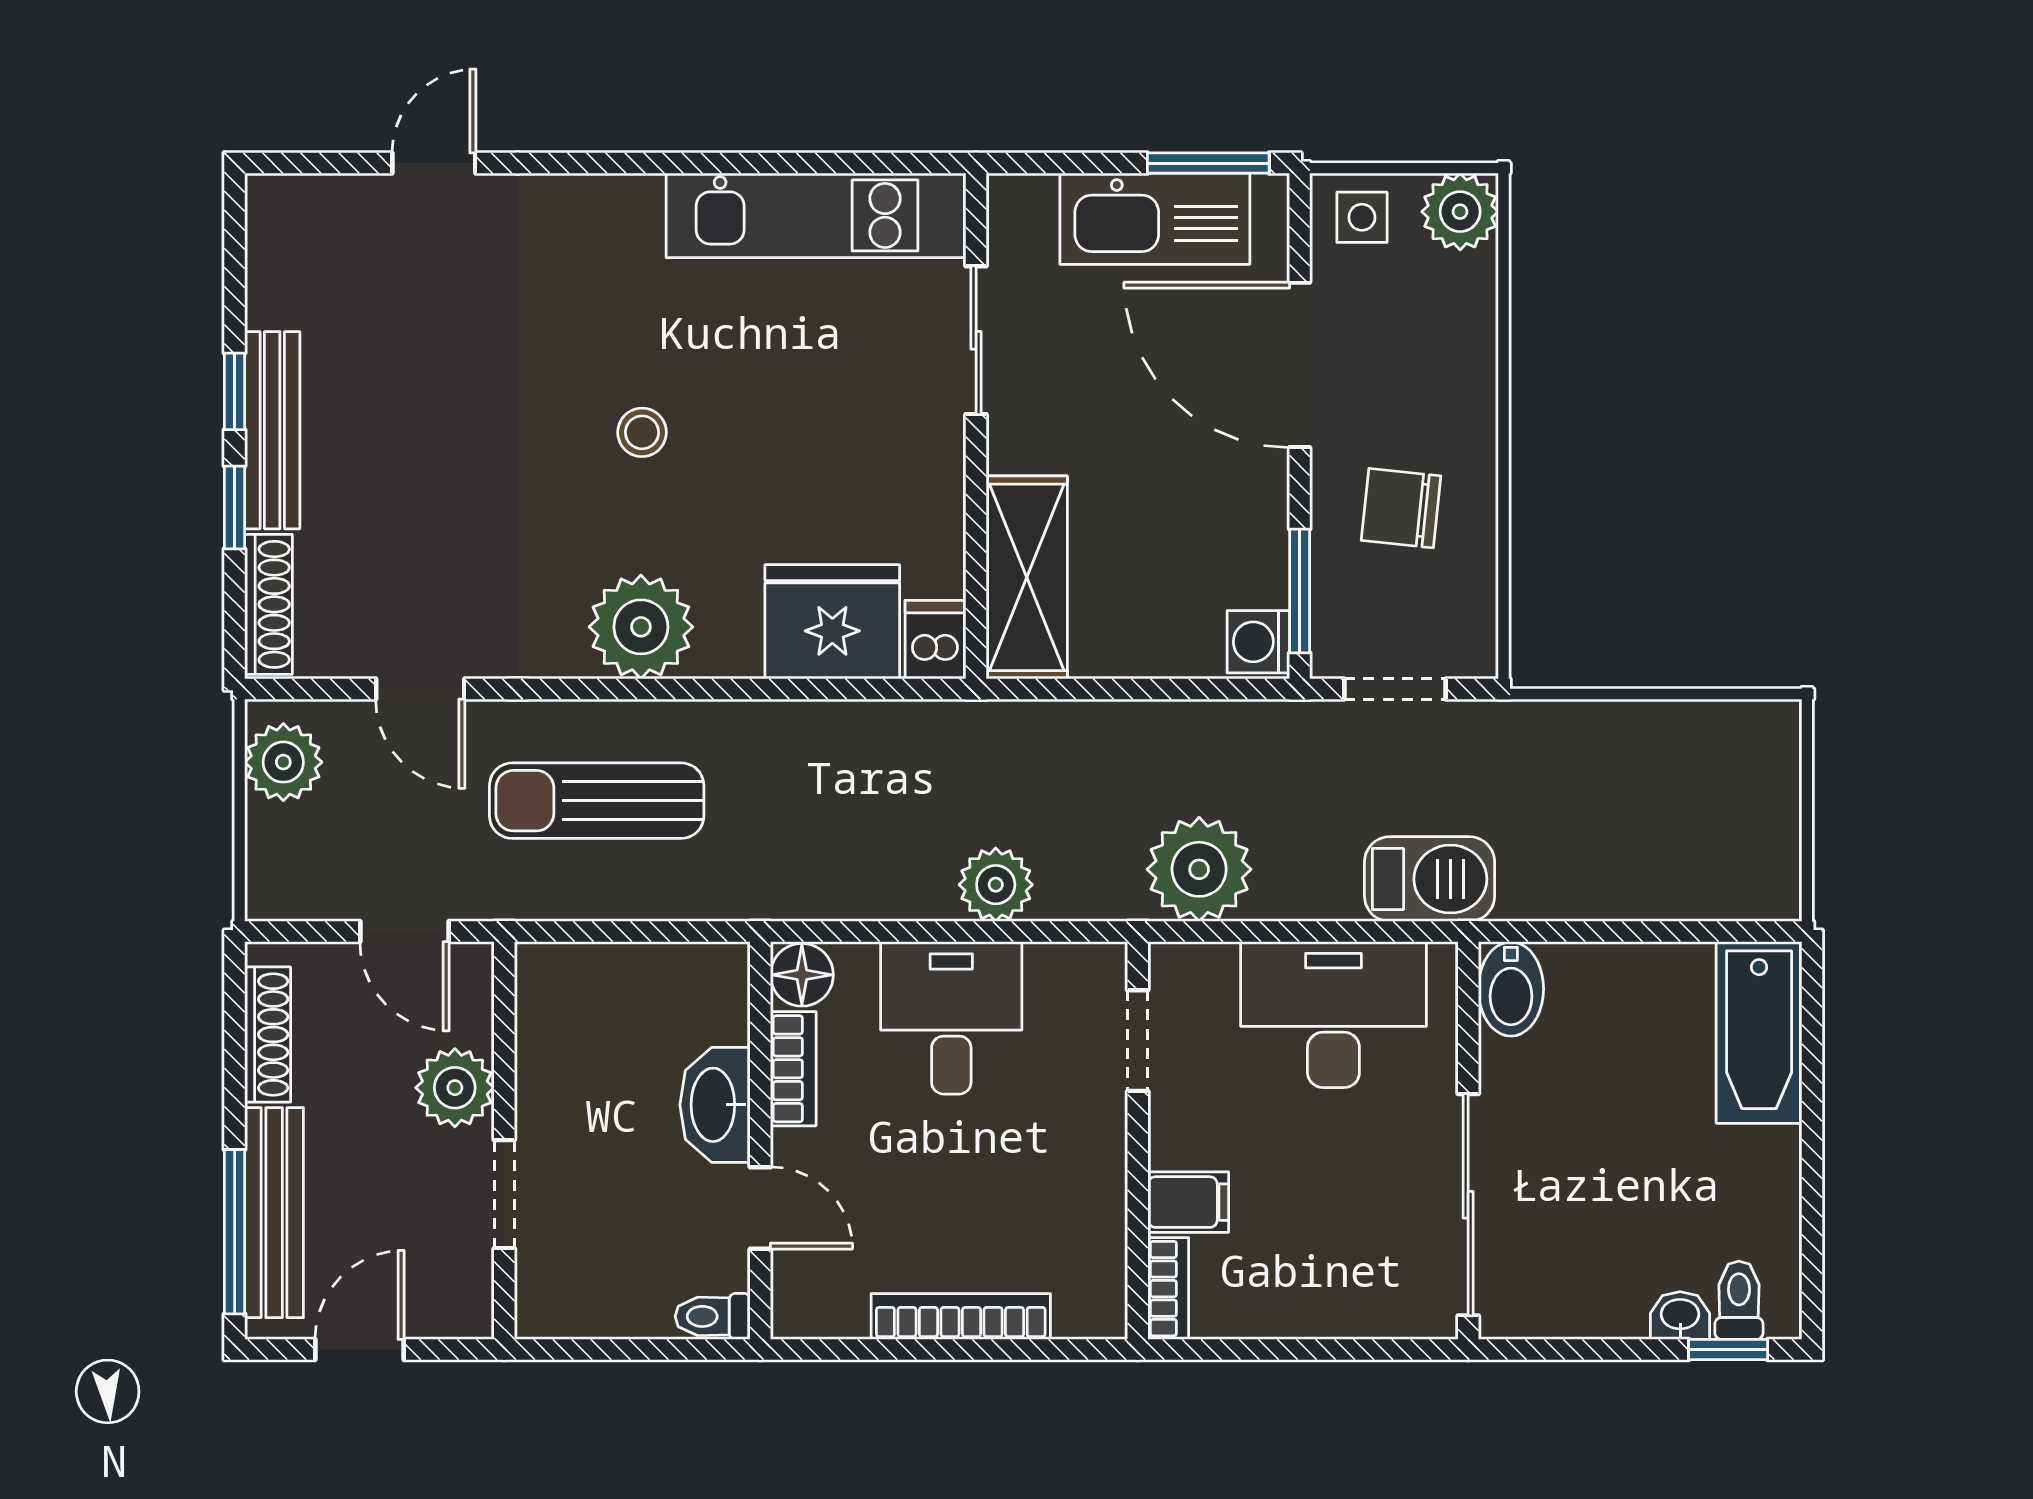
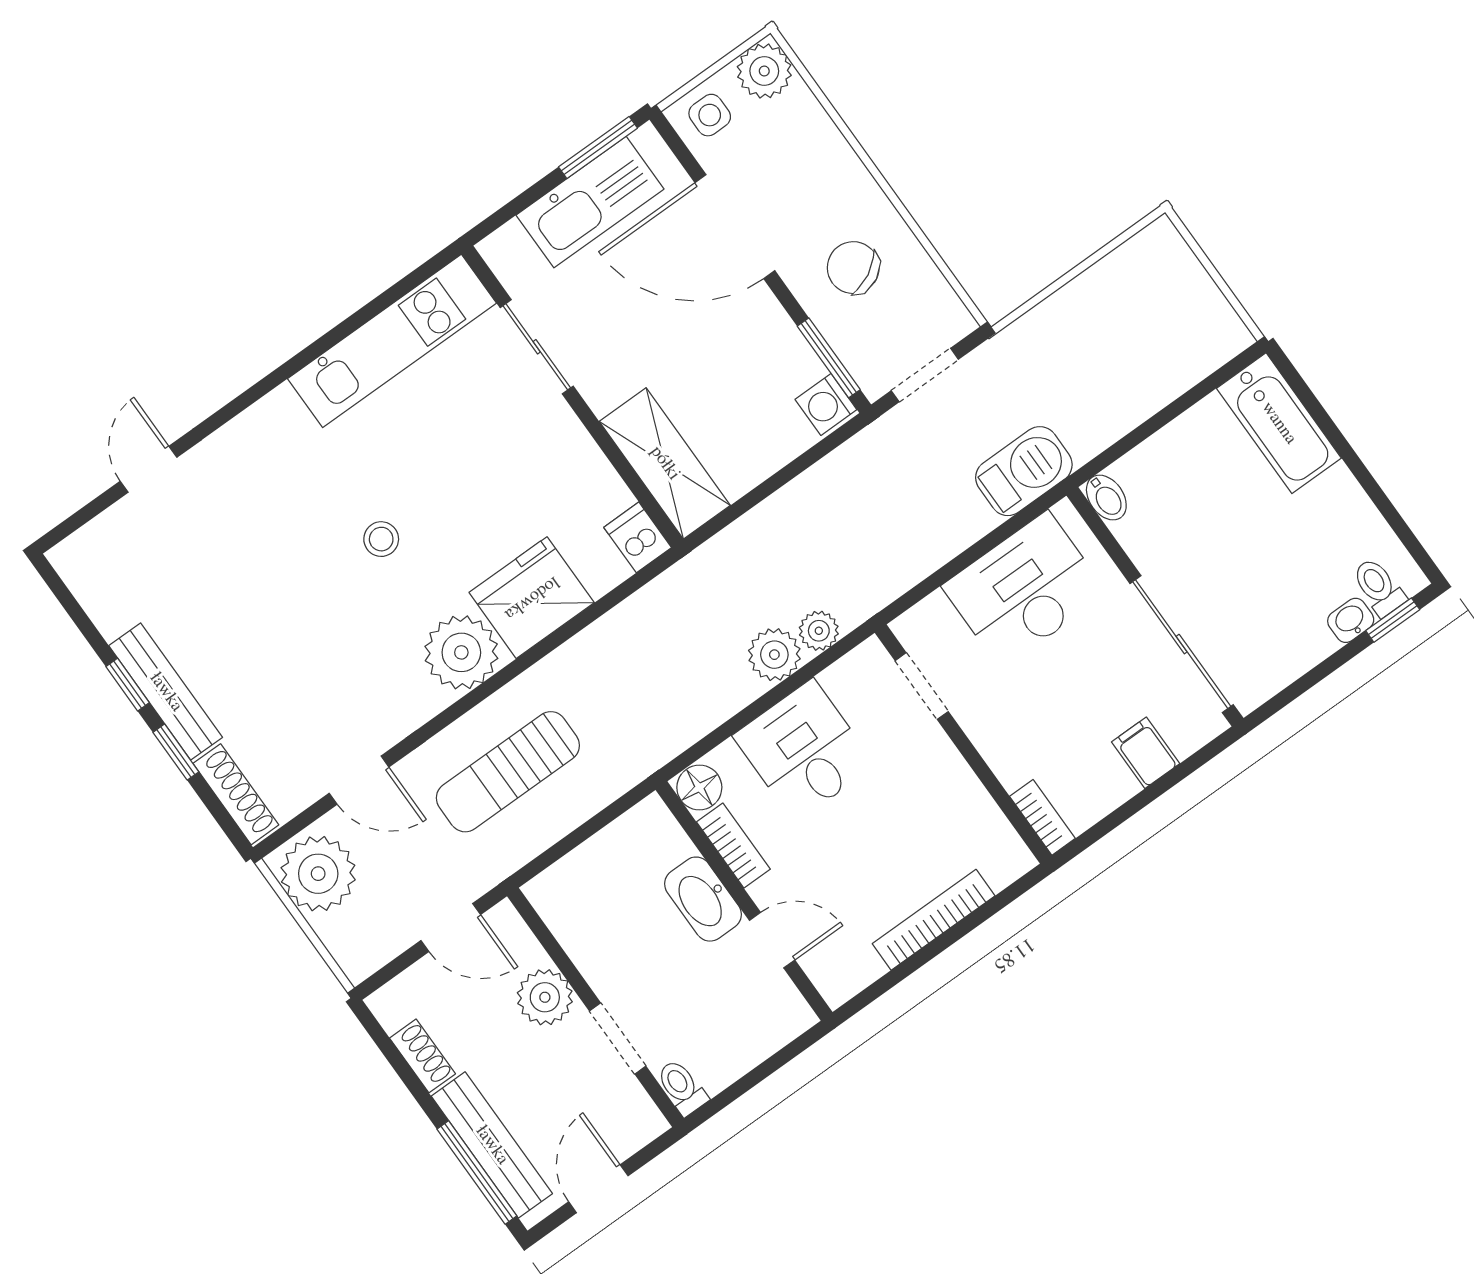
chair: (1401, 508) -> (853, 268), turned 56
fridge: (832, 622) -> (532, 598), moved
plant: (283, 762) -> (318, 874), width x1.36, depth x1.36
plant: (1199, 869) -> (819, 631), moved, width x0.53, depth x0.53
bidet: (1511, 989) -> (1106, 498), width x0.72, depth x0.74
shoe rack: (268, 1035) -> (423, 1056), width x0.70
filing cabinet: (1188, 1202) -> (1146, 753), moved, turned -90
toilet: (713, 1316) -> (682, 1087), moved, turned 90

